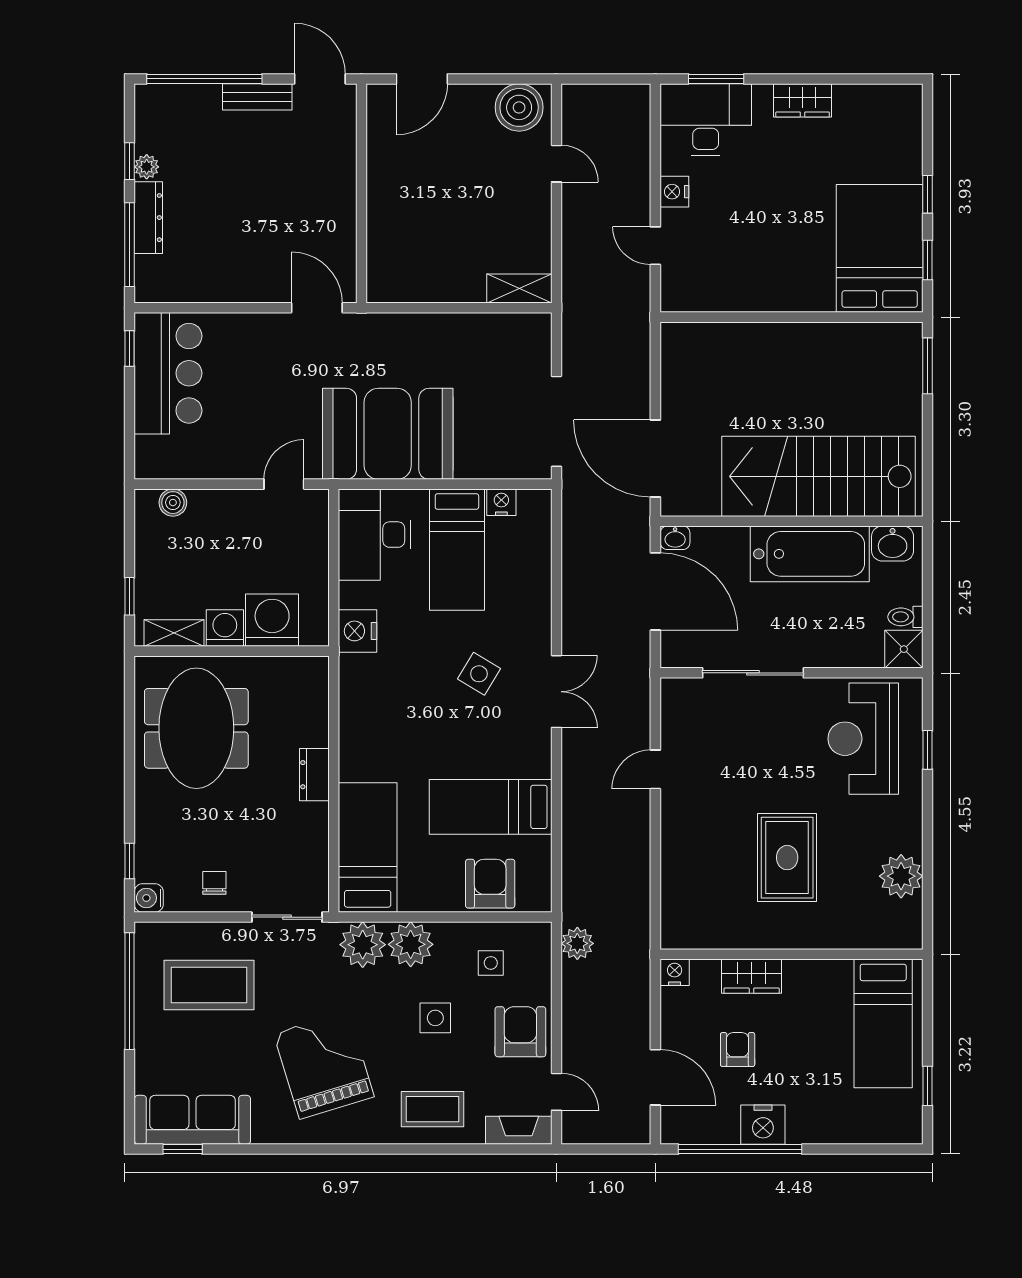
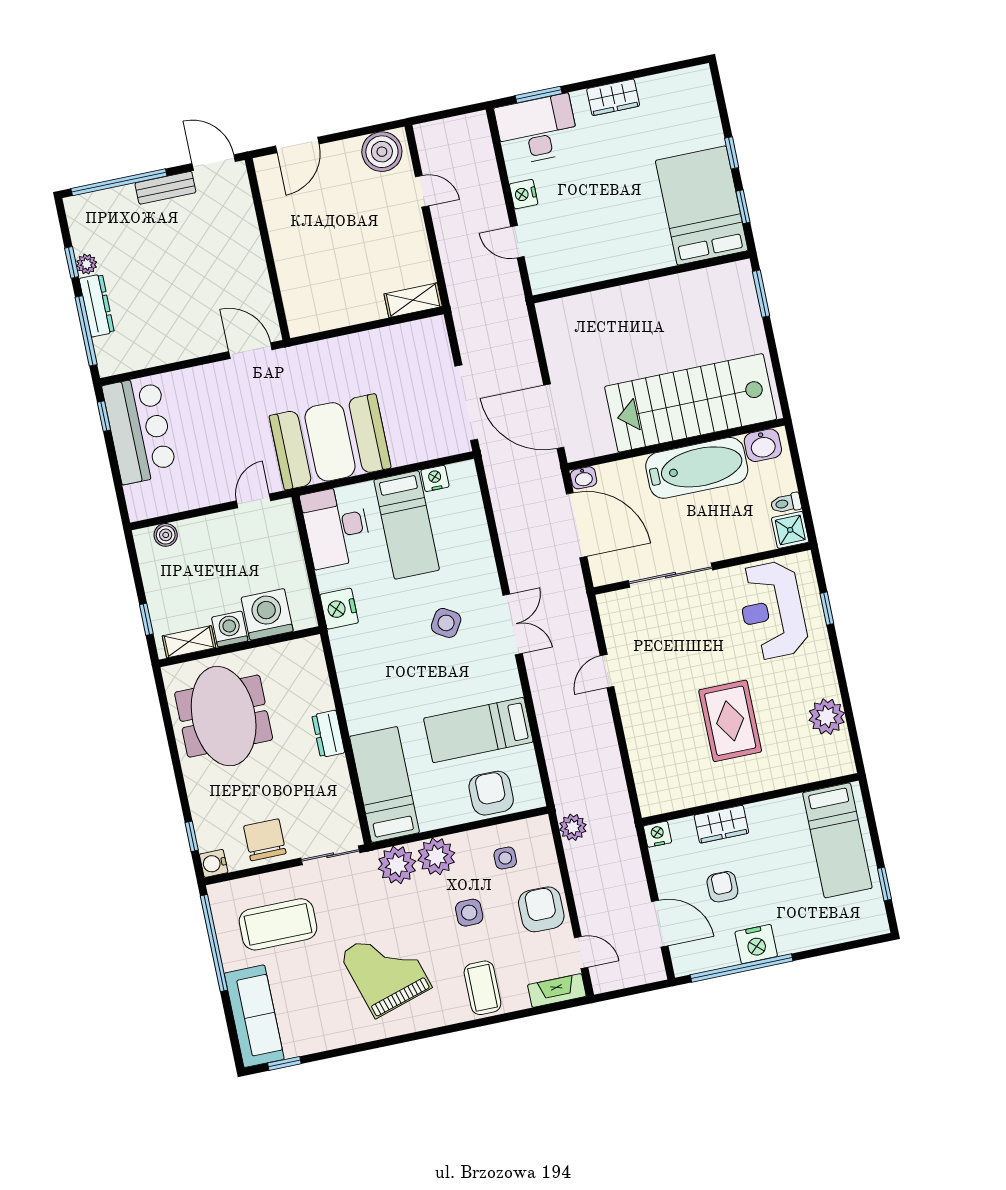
chair: (214, 883) -> (265, 840), width x1.87, depth x1.87
coffee table: (433, 1109) -> (482, 988), turned 90
sofa: (192, 1120) -> (254, 1016), moved, turned 90

